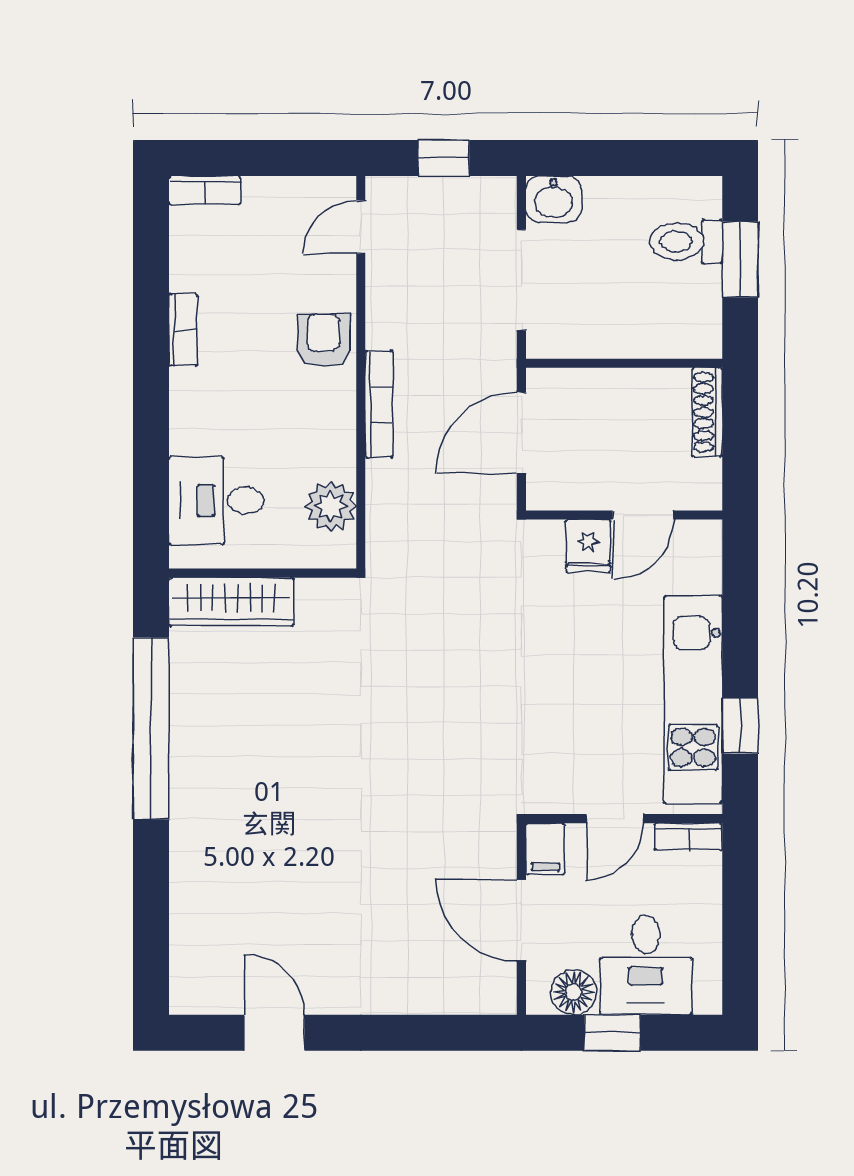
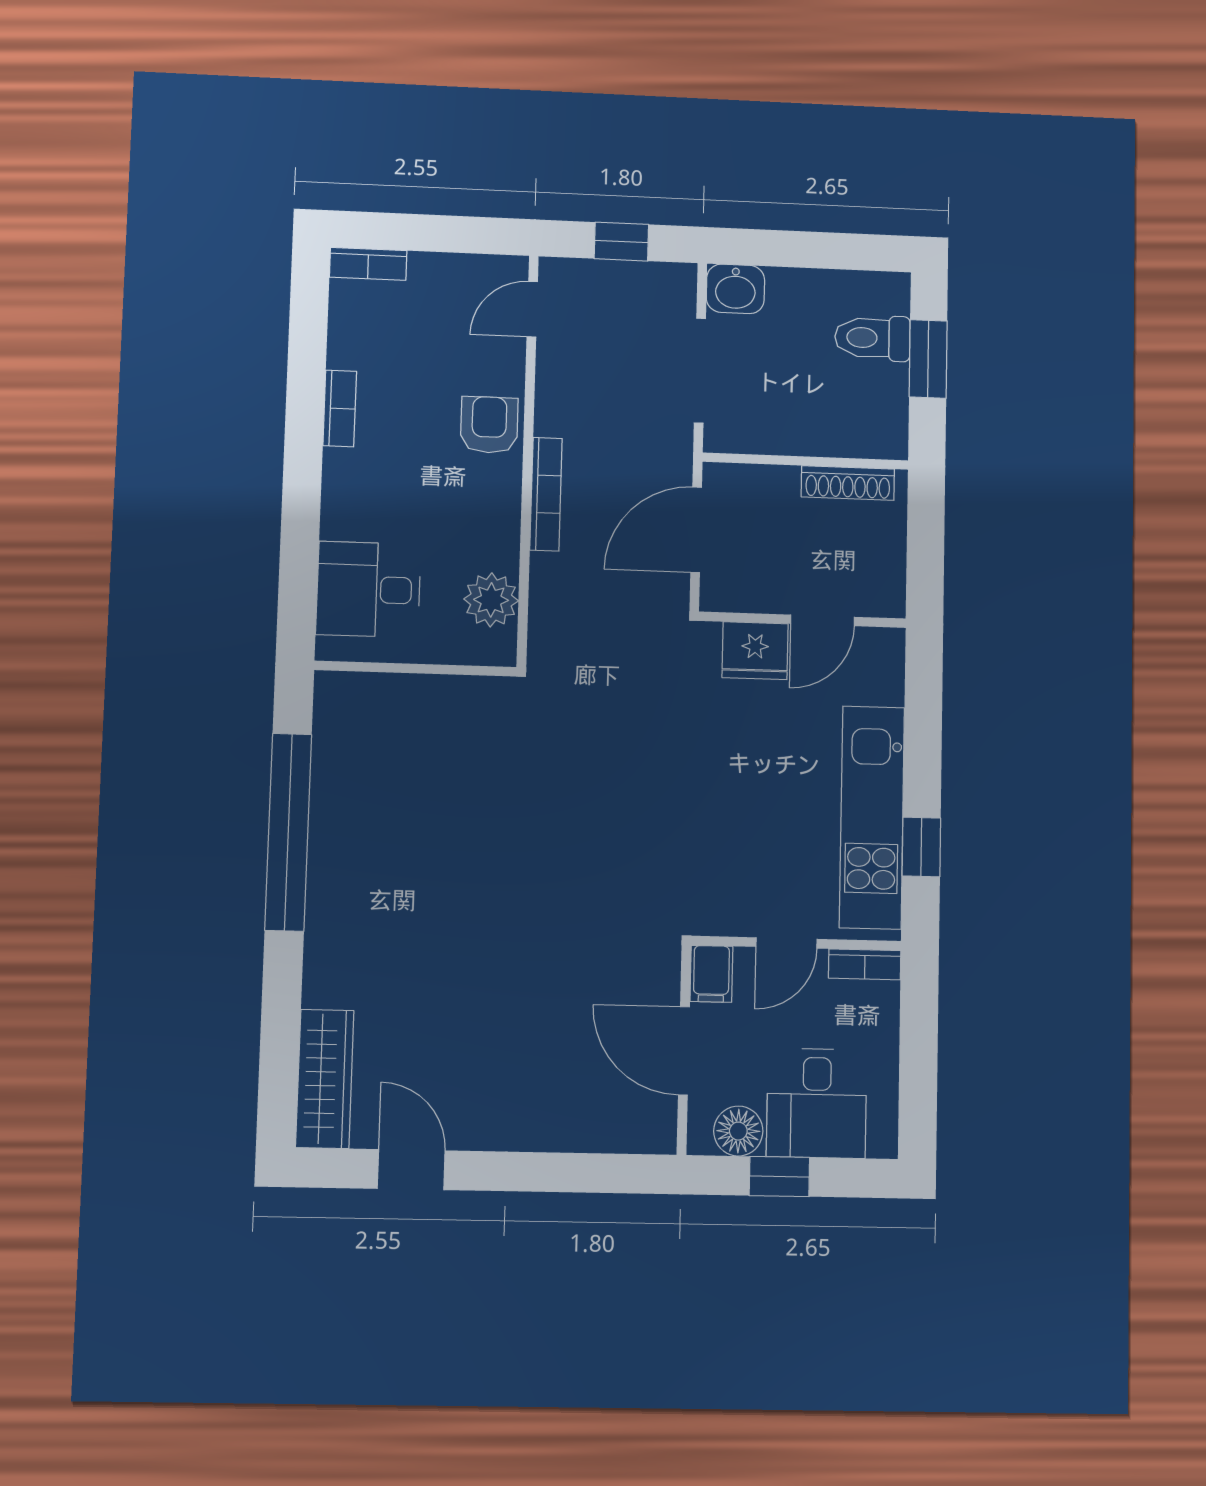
shoe rack: (707, 412) -> (848, 483), moved, turned -90
fridge: (588, 546) -> (755, 651), width x1.38
wardrobe: (231, 602) -> (325, 1079), moved, turned -90

